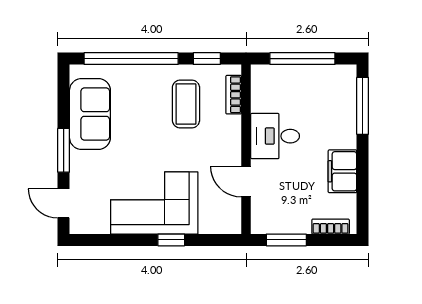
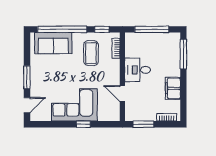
sofa: (90, 114) -> (53, 43), moved, turned 90
door: (64, 203) -> (27, 105), swing flipped

